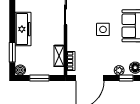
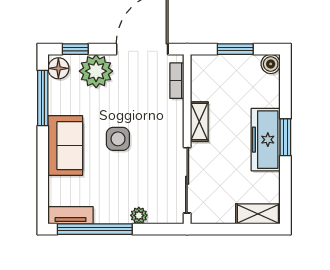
window: (12, 52) -> (285, 137), moved
shelving: (59, 56) -> (199, 122), moved
plant: (119, 70) -> (96, 71), width x1.88, depth x1.88

